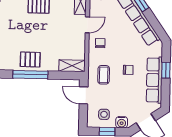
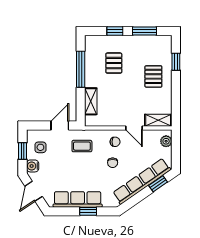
pallet: (30, 59) -> (114, 63), moved
shelving: (72, 66) -> (91, 101), moved
chair: (128, 70) -> (113, 163), moved

